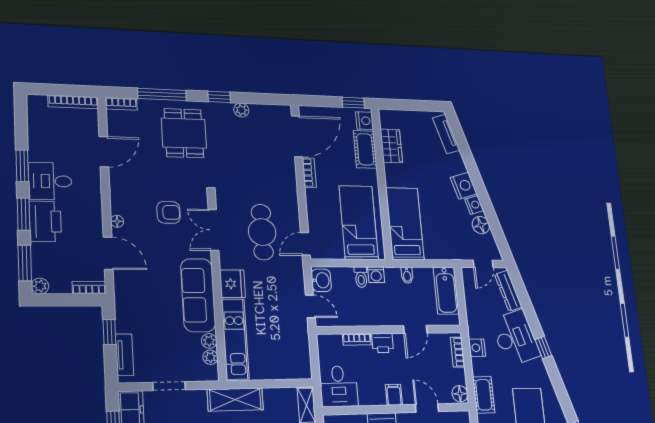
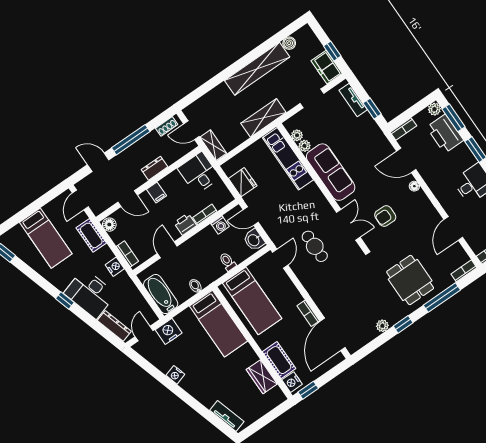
nightstand: (464, 186) -> (169, 331), moved, turned 107
printer: (45, 221) -> (445, 134), moved
floor lamp: (481, 225) -> (162, 363), removed
cafe table: (262, 232) -> (315, 246), width x0.73, depth x0.74
washing machine: (376, 275) -> (220, 225), moved, turned 180
fridge: (233, 284) -> (243, 182), moved, turned 180

